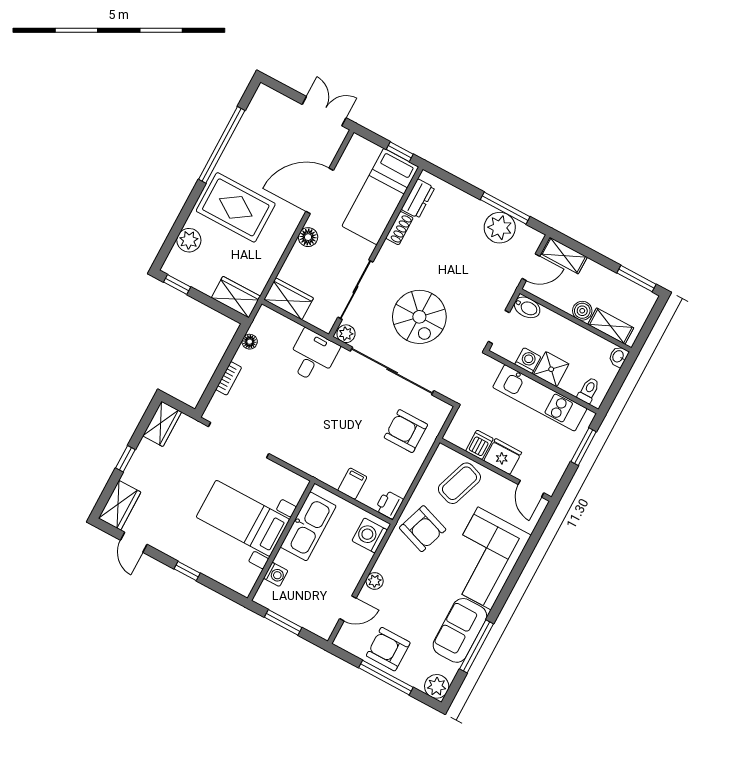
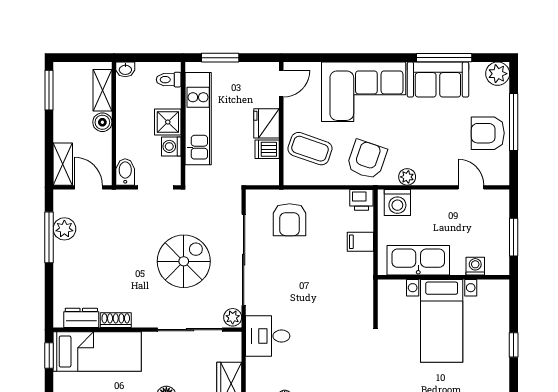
plant: (500, 228) -> (64, 229), width x0.73, depth x0.73
plant: (375, 581) -> (407, 177), moved
armchair: (388, 649) -> (488, 133), turned 90

